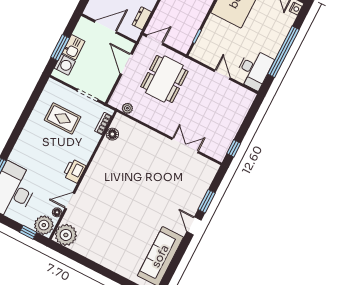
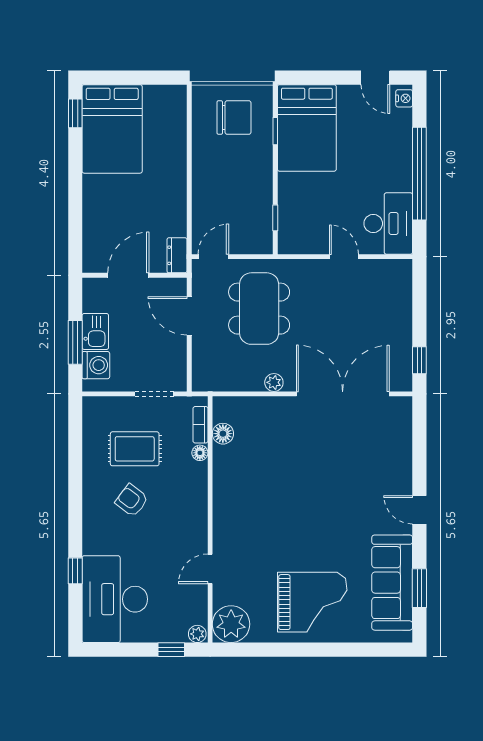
dresser: (142, 18) -> (177, 255), moved
plant: (127, 108) -> (274, 382), moved
armchair: (47, 144) -> (132, 500), added
double door: (185, 145) -> (343, 394), width x1.87
printer: (74, 171) -> (194, 520), removed
window: (207, 201) -> (419, 588), moved
floor lamp: (57, 212) -> (200, 453), moved
plant: (44, 225) -> (197, 634), width x0.53, depth x0.53
grand piano: (114, 245) -> (312, 602), added

